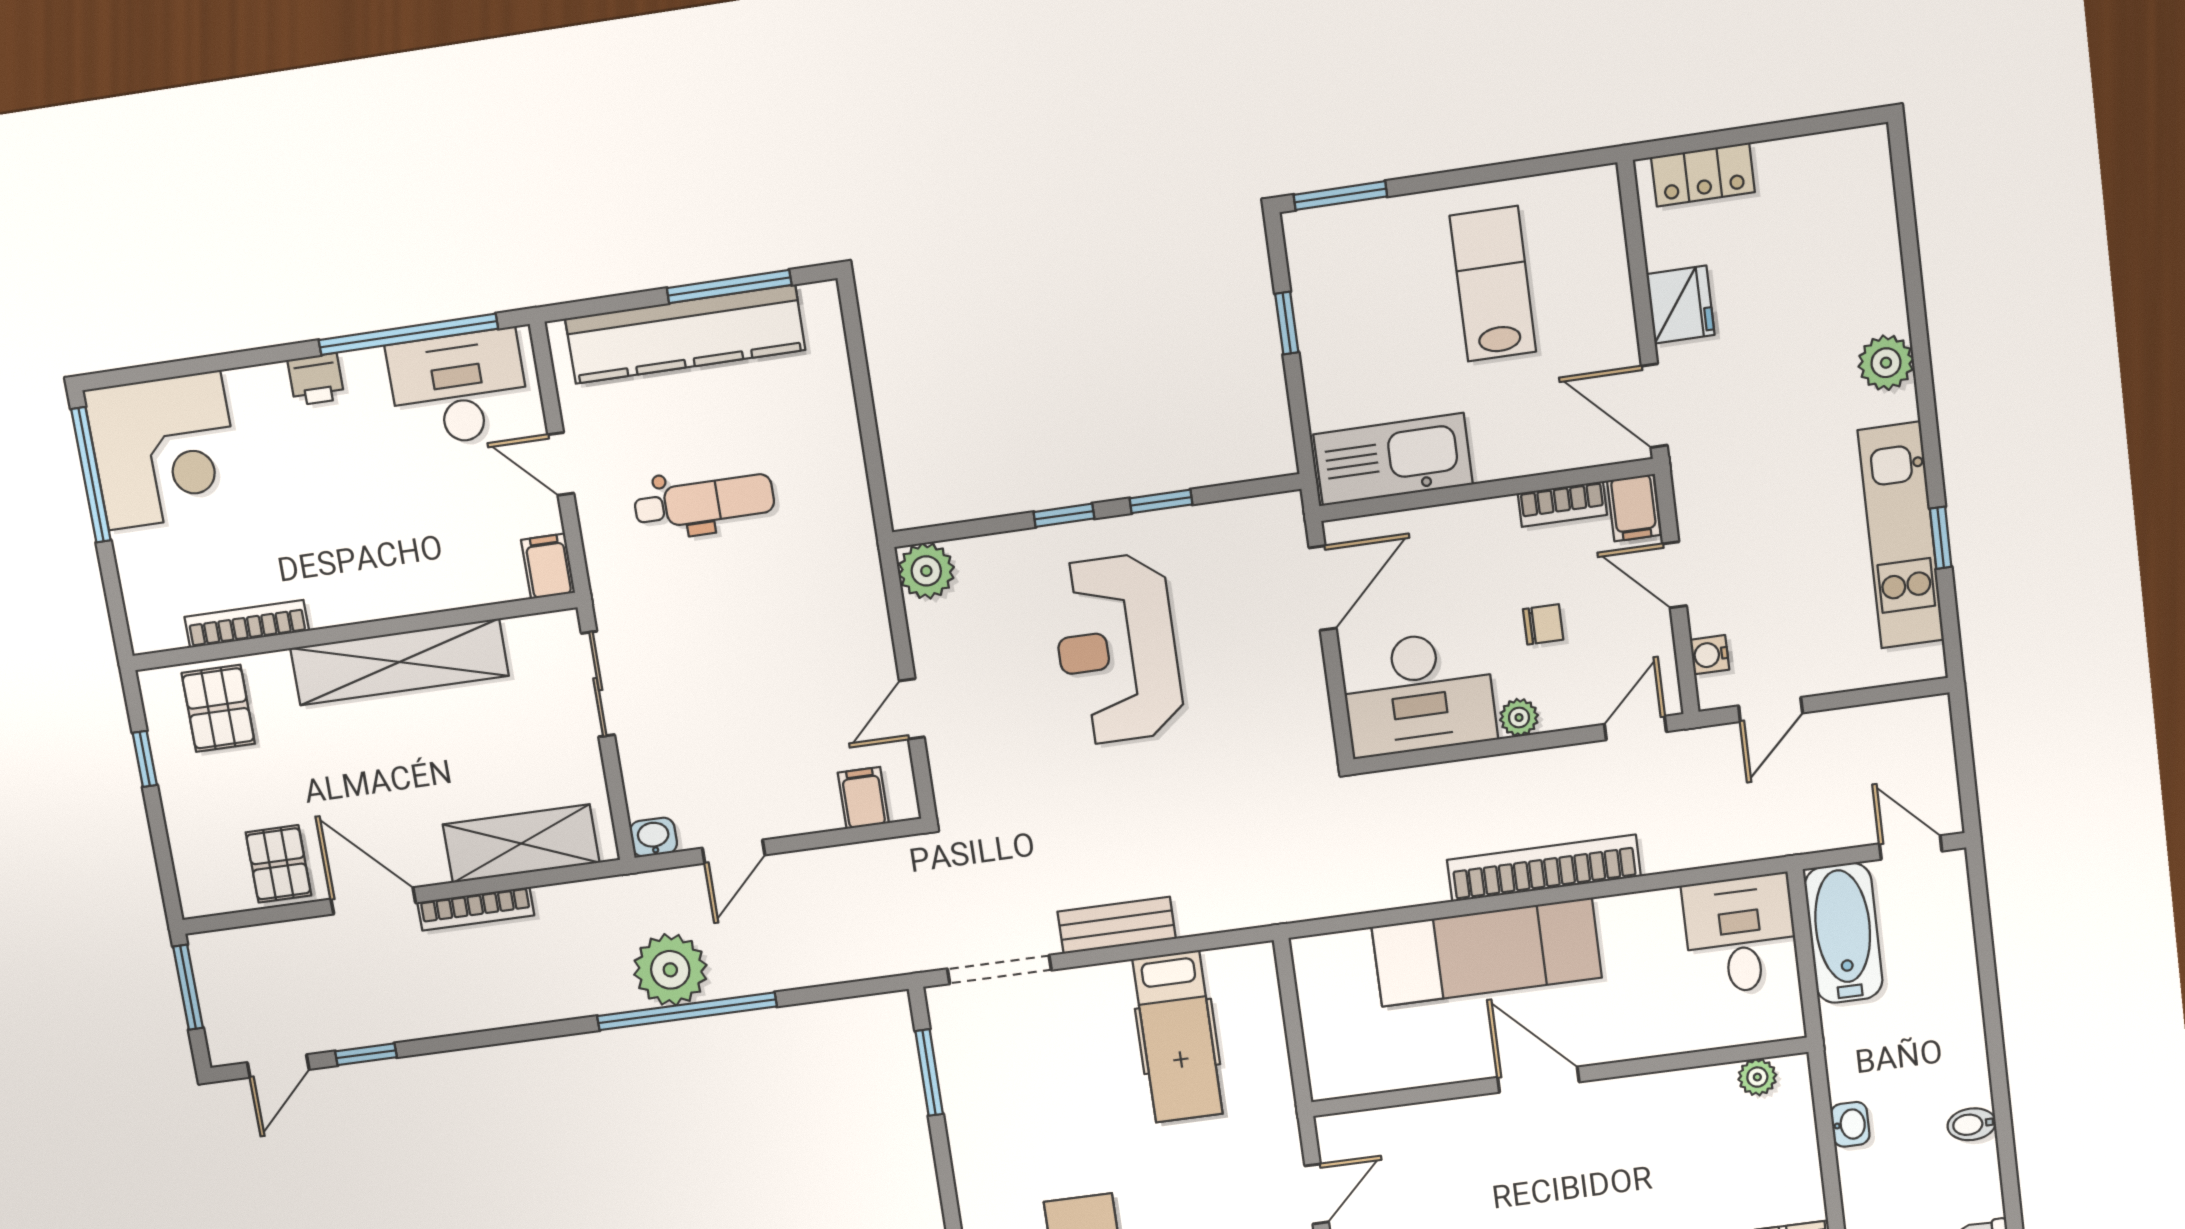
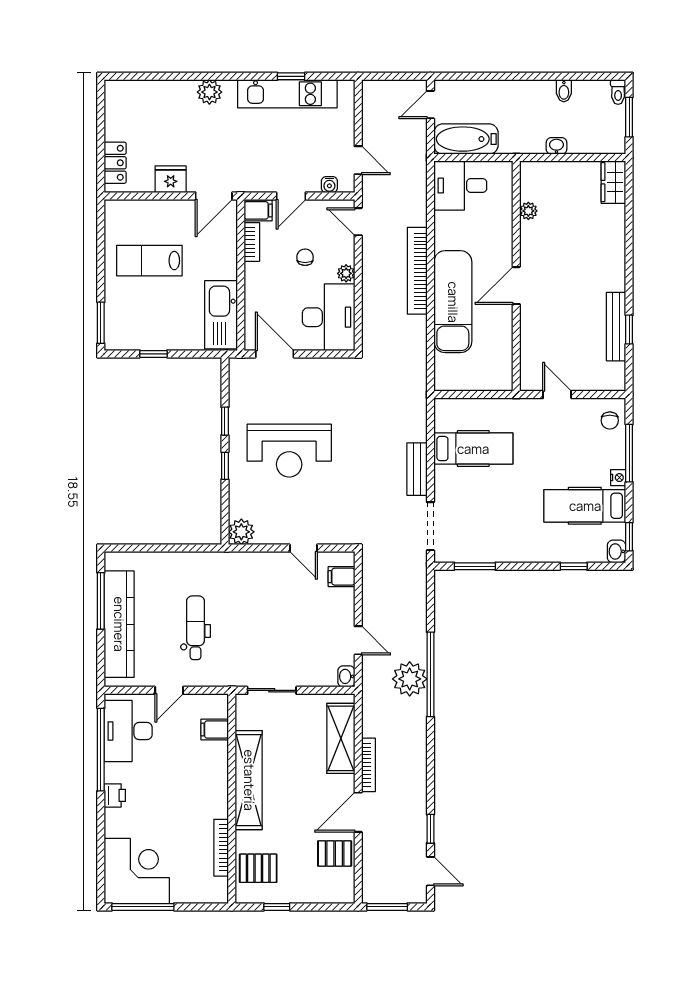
filing cabinet: (548, 566) -> (215, 730), moved
plant: (1757, 1077) -> (528, 211), moved

